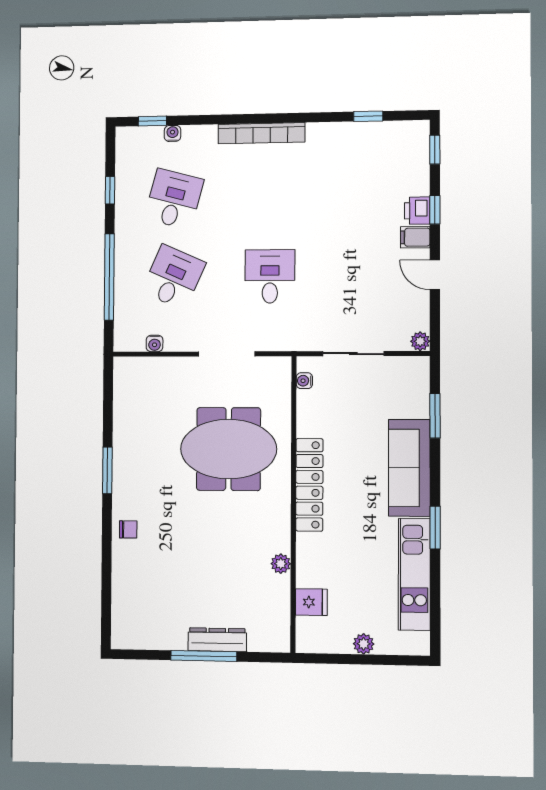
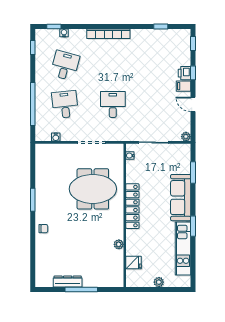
window: (110, 190) -> (33, 48), moved
desk: (173, 277) -> (65, 104), turned -30
dresser: (217, 640) -> (68, 282), moved

